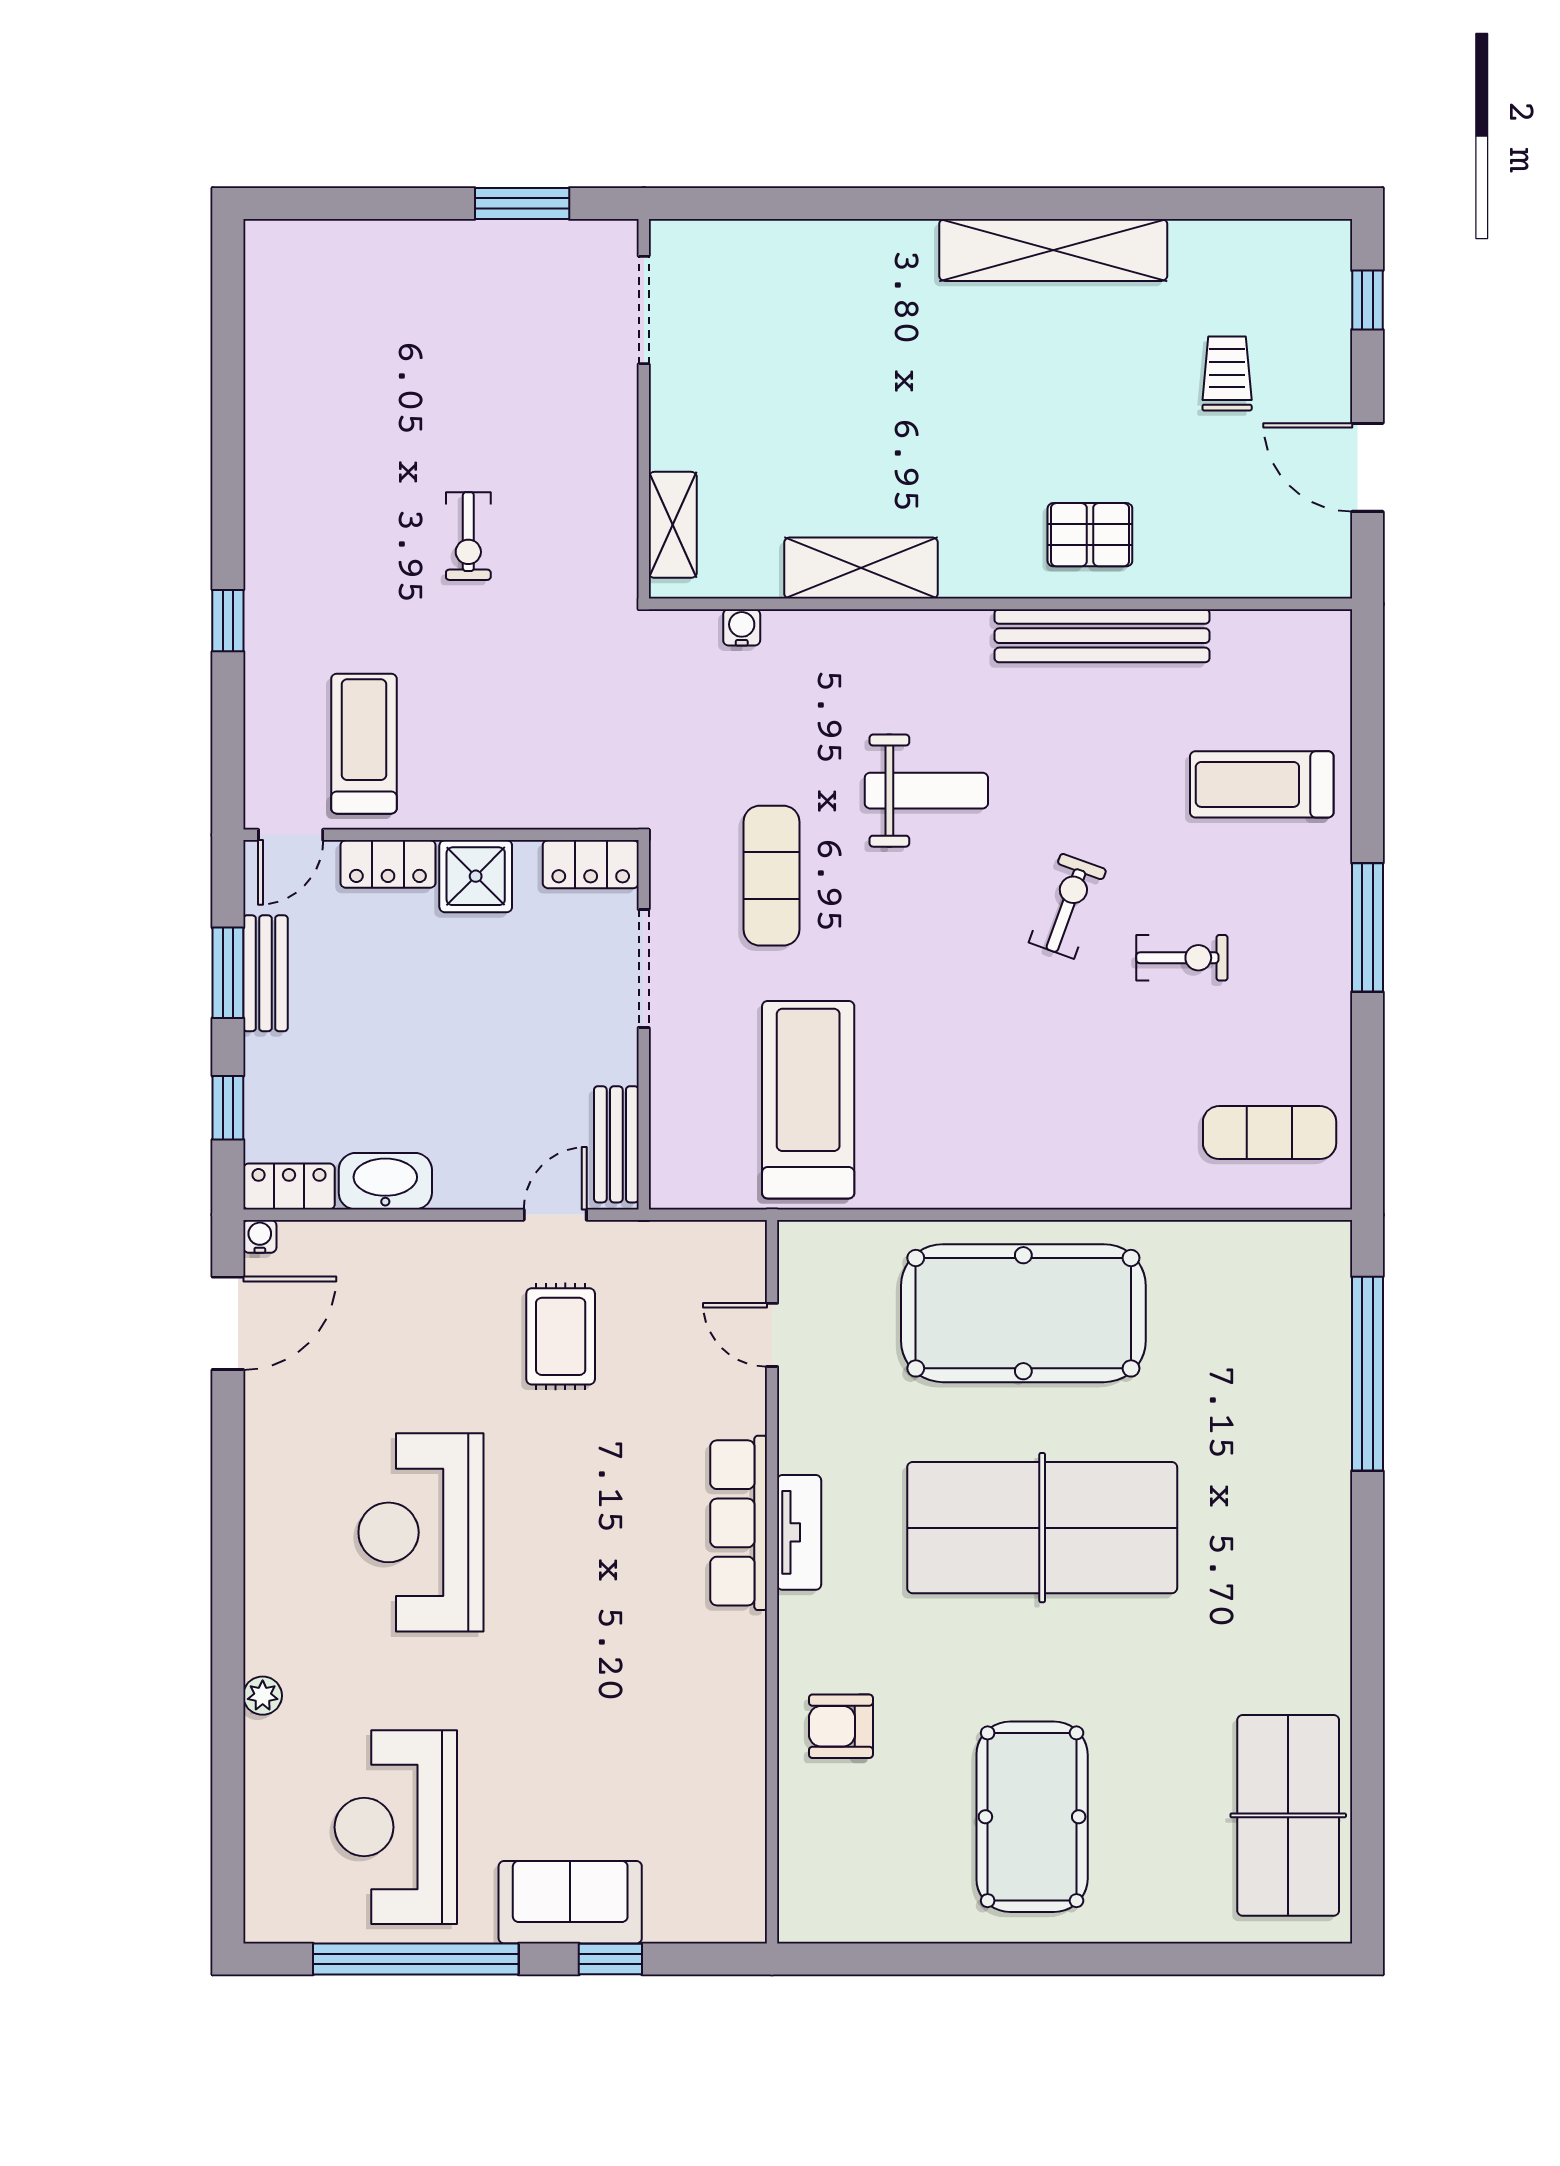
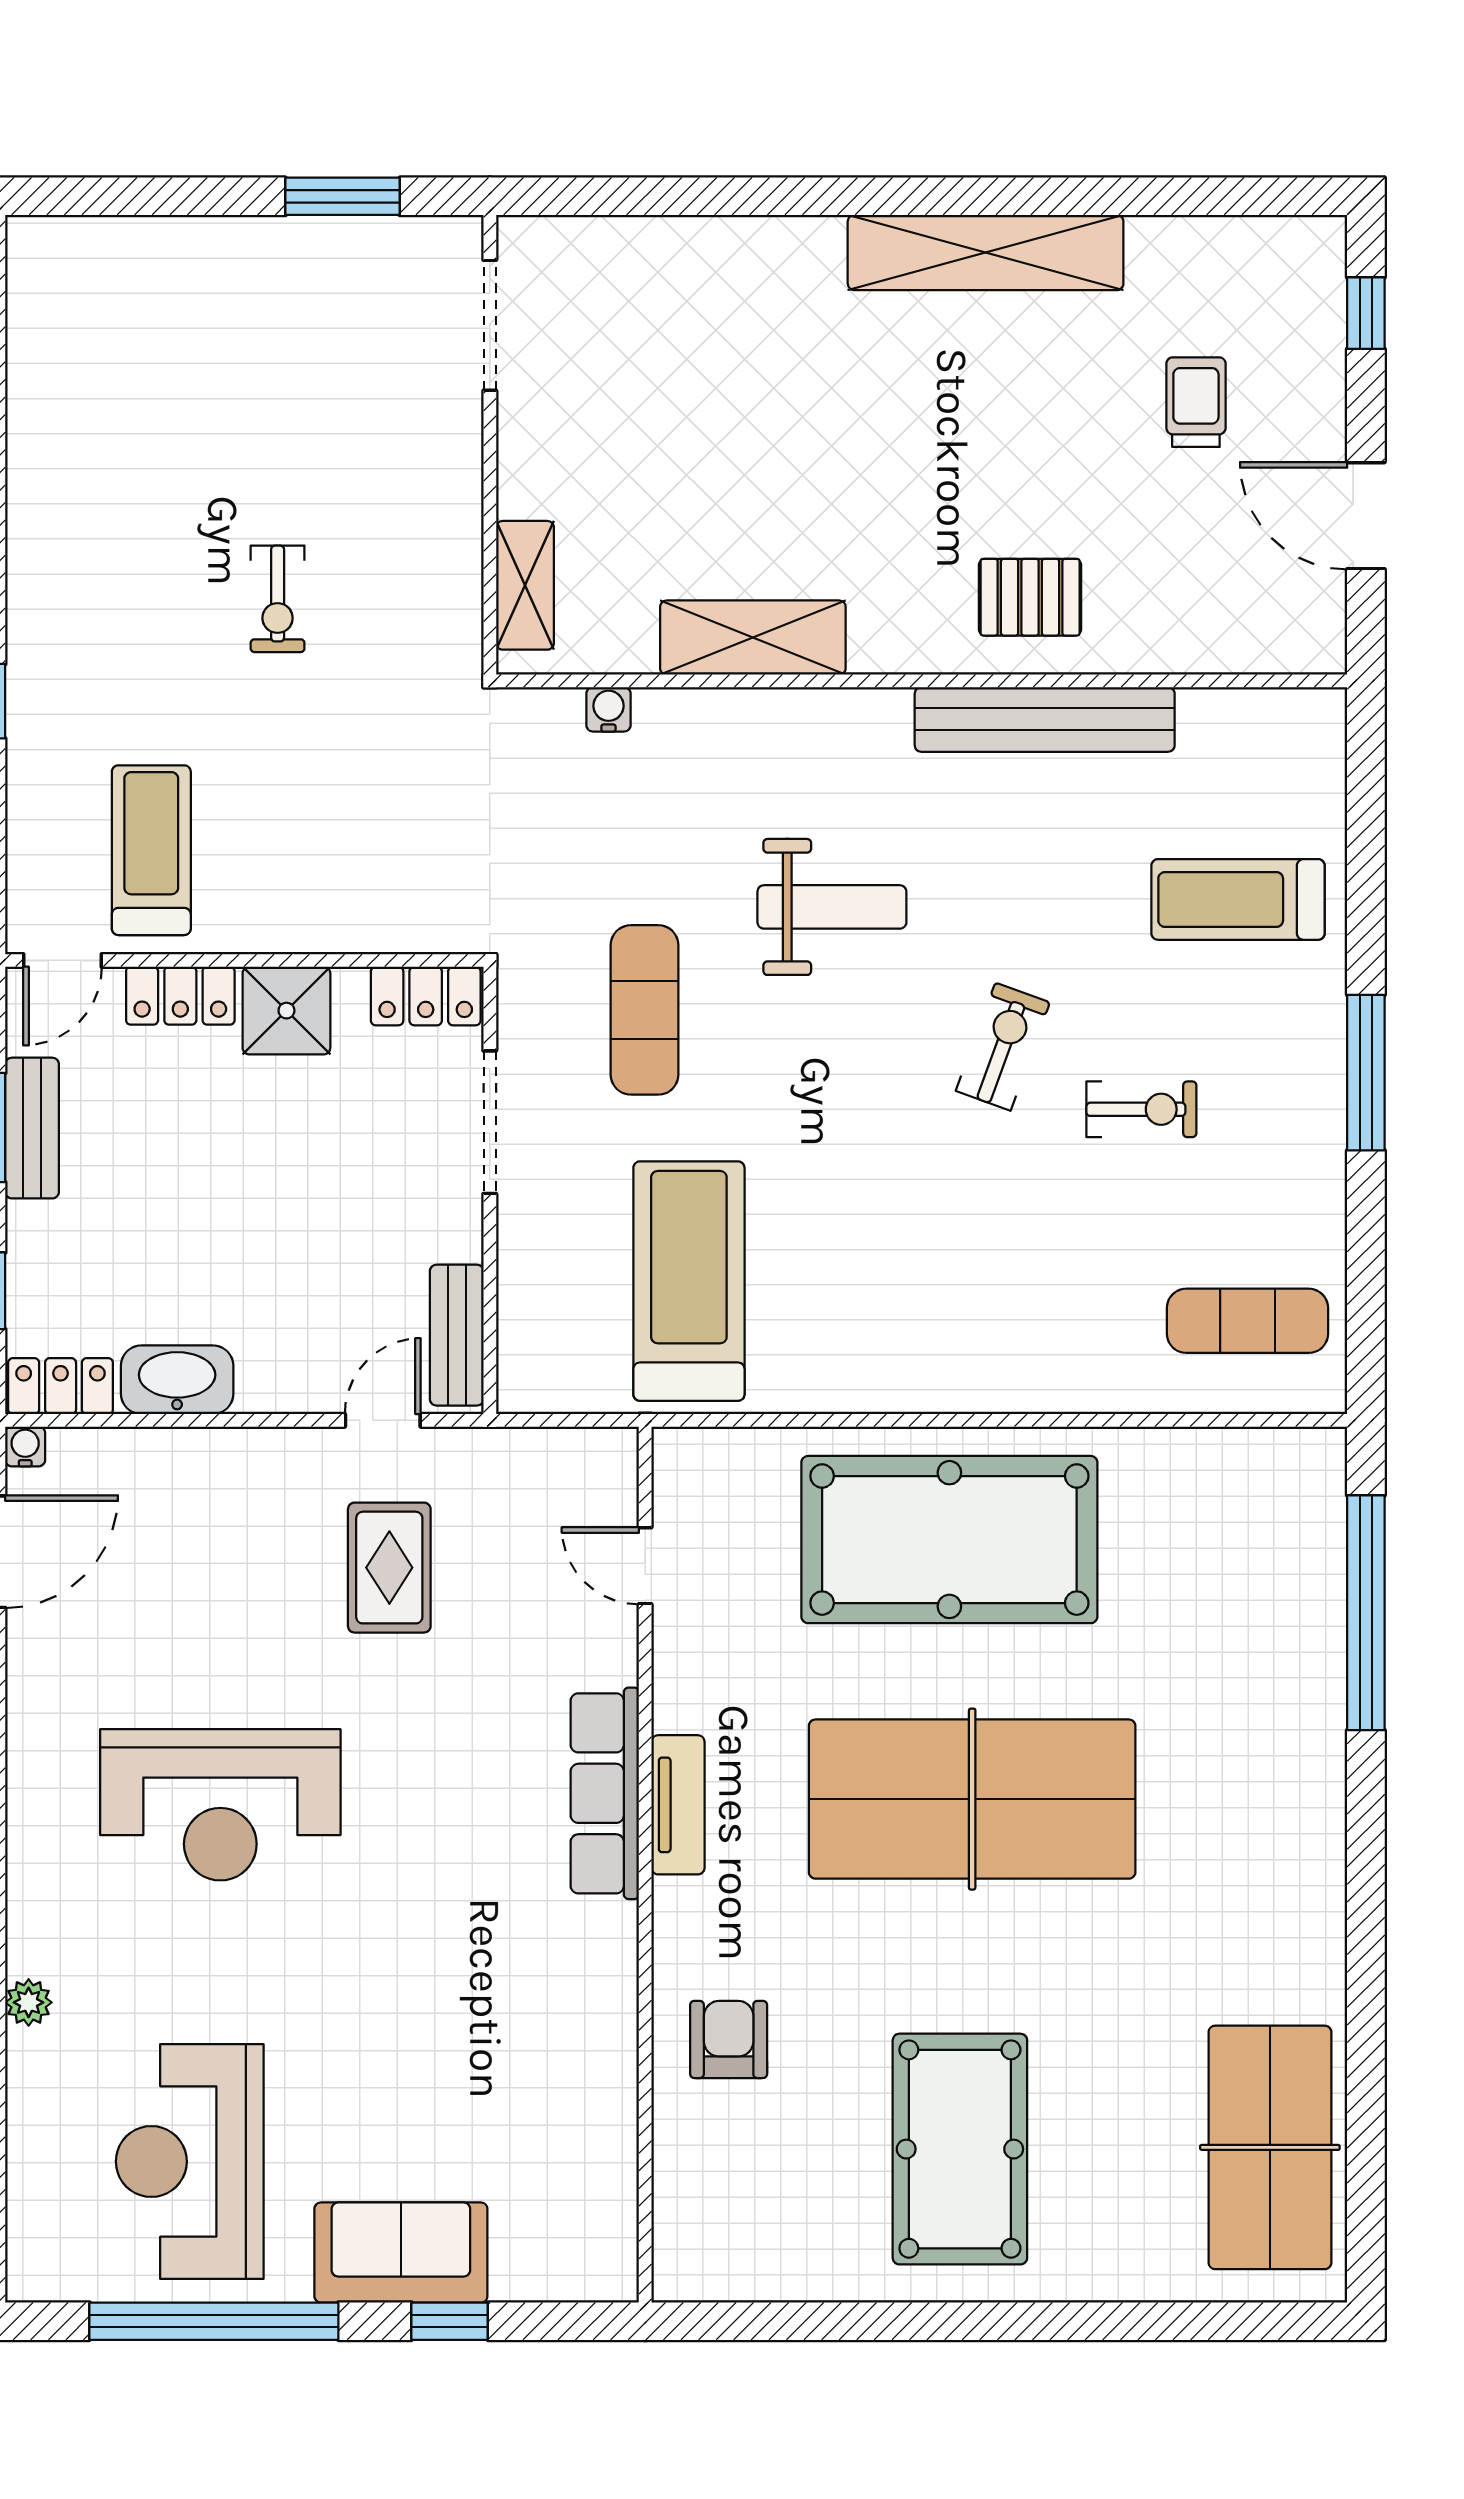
reception desk: (421, 1532) -> (220, 1805), turned -90
armchair: (841, 1726) -> (729, 2039), turned 90

